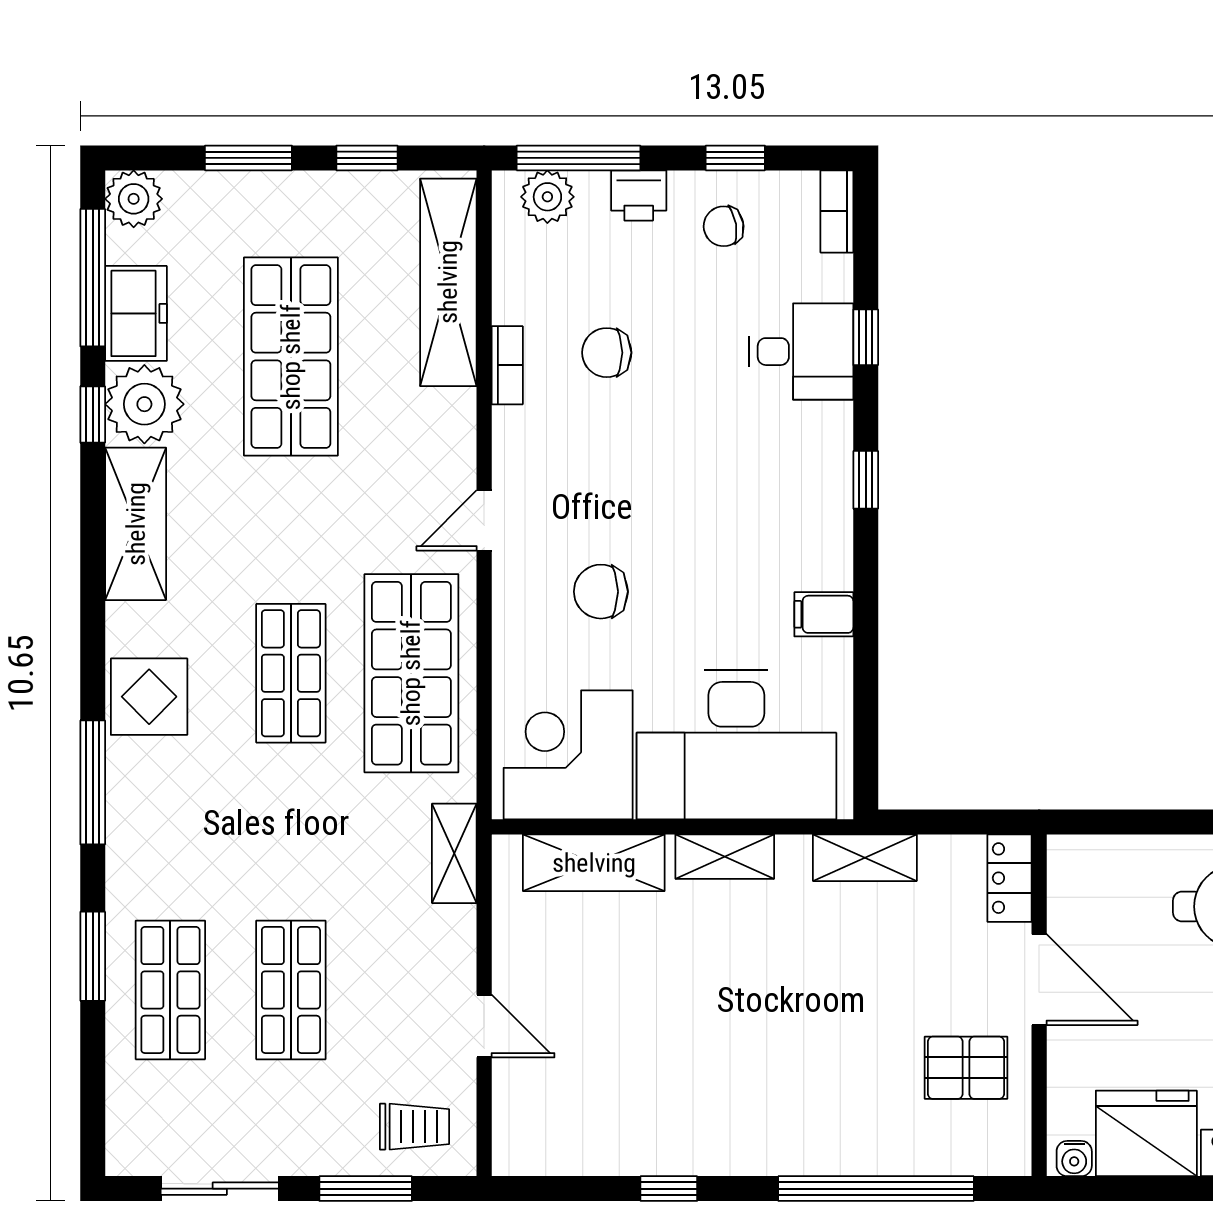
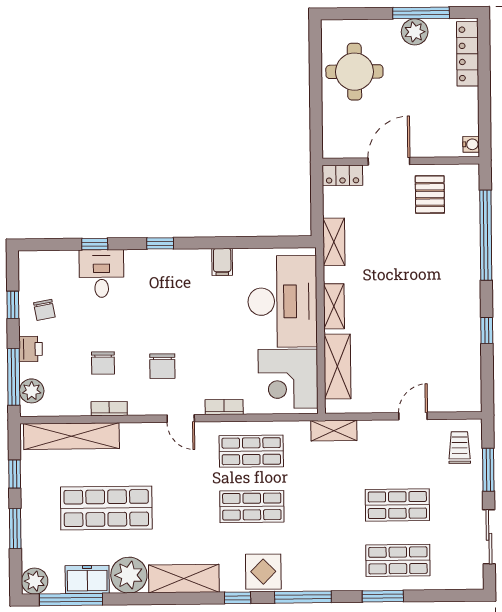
bookcase: (837, 211) -> (224, 407), moved, turned 180
window: (93, 414) -> (238, 598), moved
chair: (601, 592) -> (162, 366), moved
shop shelf: (411, 673) -> (251, 451), width x0.70, depth x0.74
fridge: (1146, 1133) -> (459, 111), removed

